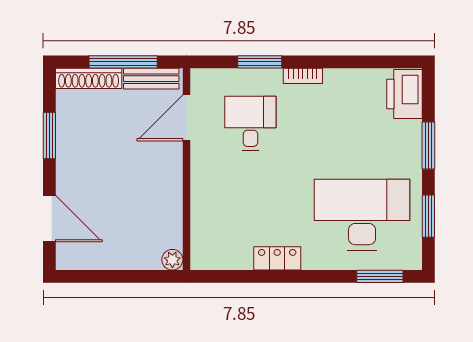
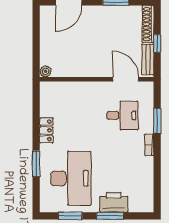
window: (123, 62) -> (157, 44), width x0.46
printer: (404, 94) -> (114, 202), moved
window: (380, 276) -> (36, 164), moved

